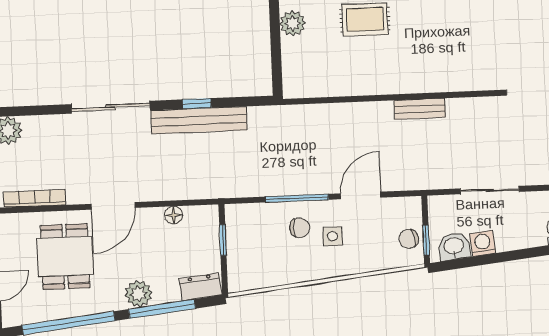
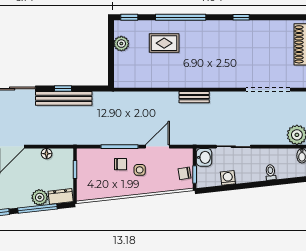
washbasin: (454, 246) -> (204, 157), moved, turned 96
plant: (139, 294) -> (40, 197), moved

